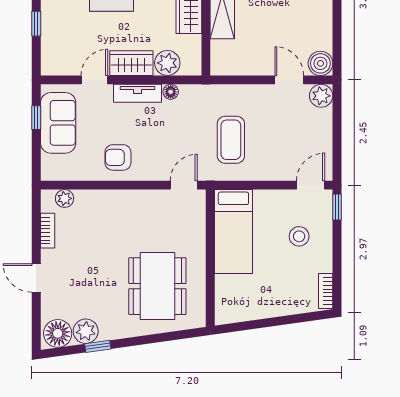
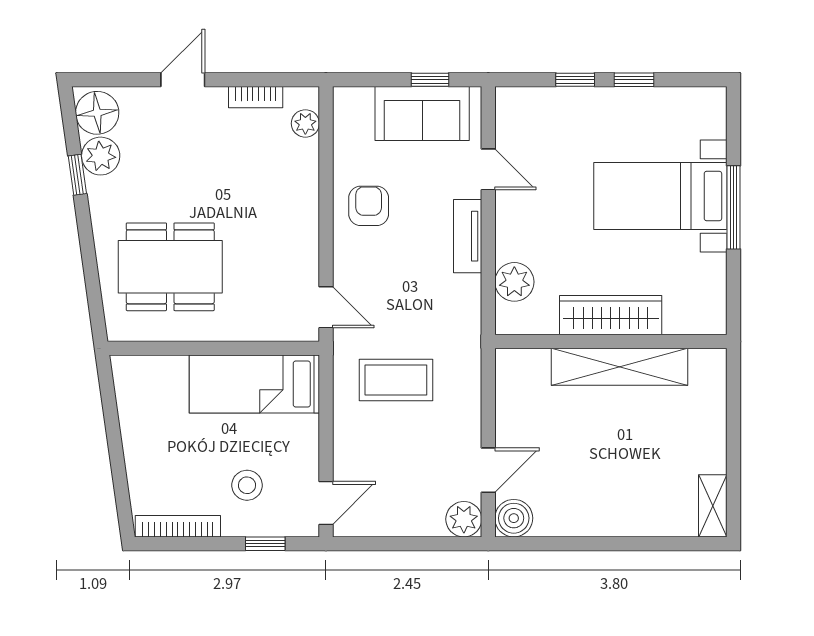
wardrobe: (131, 63) -> (514, 227), removed
floor lamp: (171, 92) -> (470, 287), removed
door: (311, 185) -> (326, 503), hinge flipped
window: (337, 207) -> (265, 544), moved
bookcase: (326, 291) -> (178, 526), width x1.56

